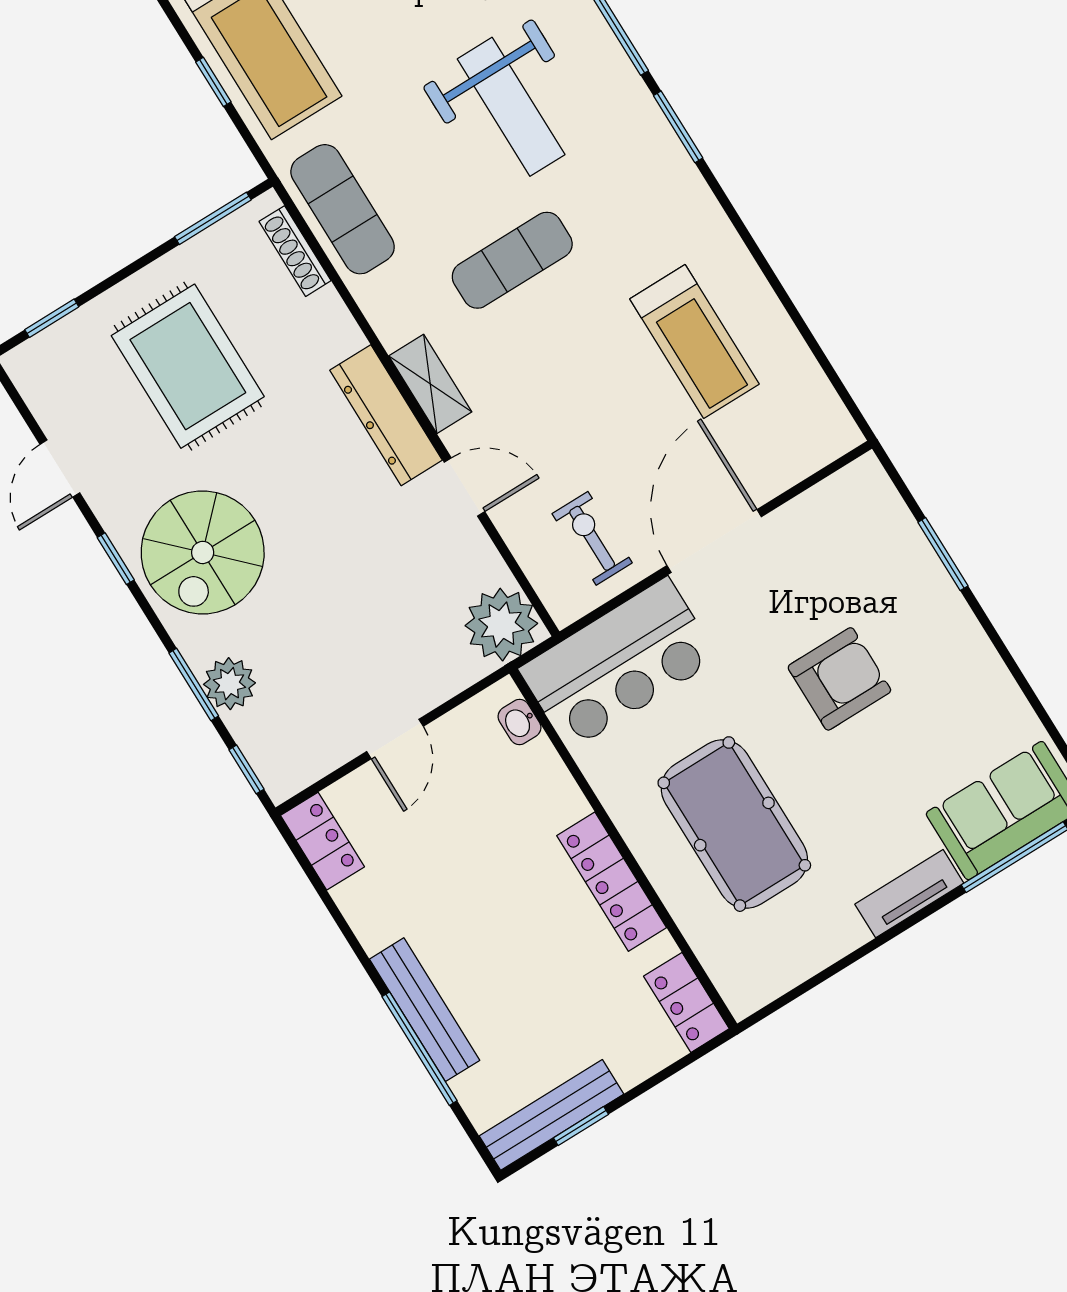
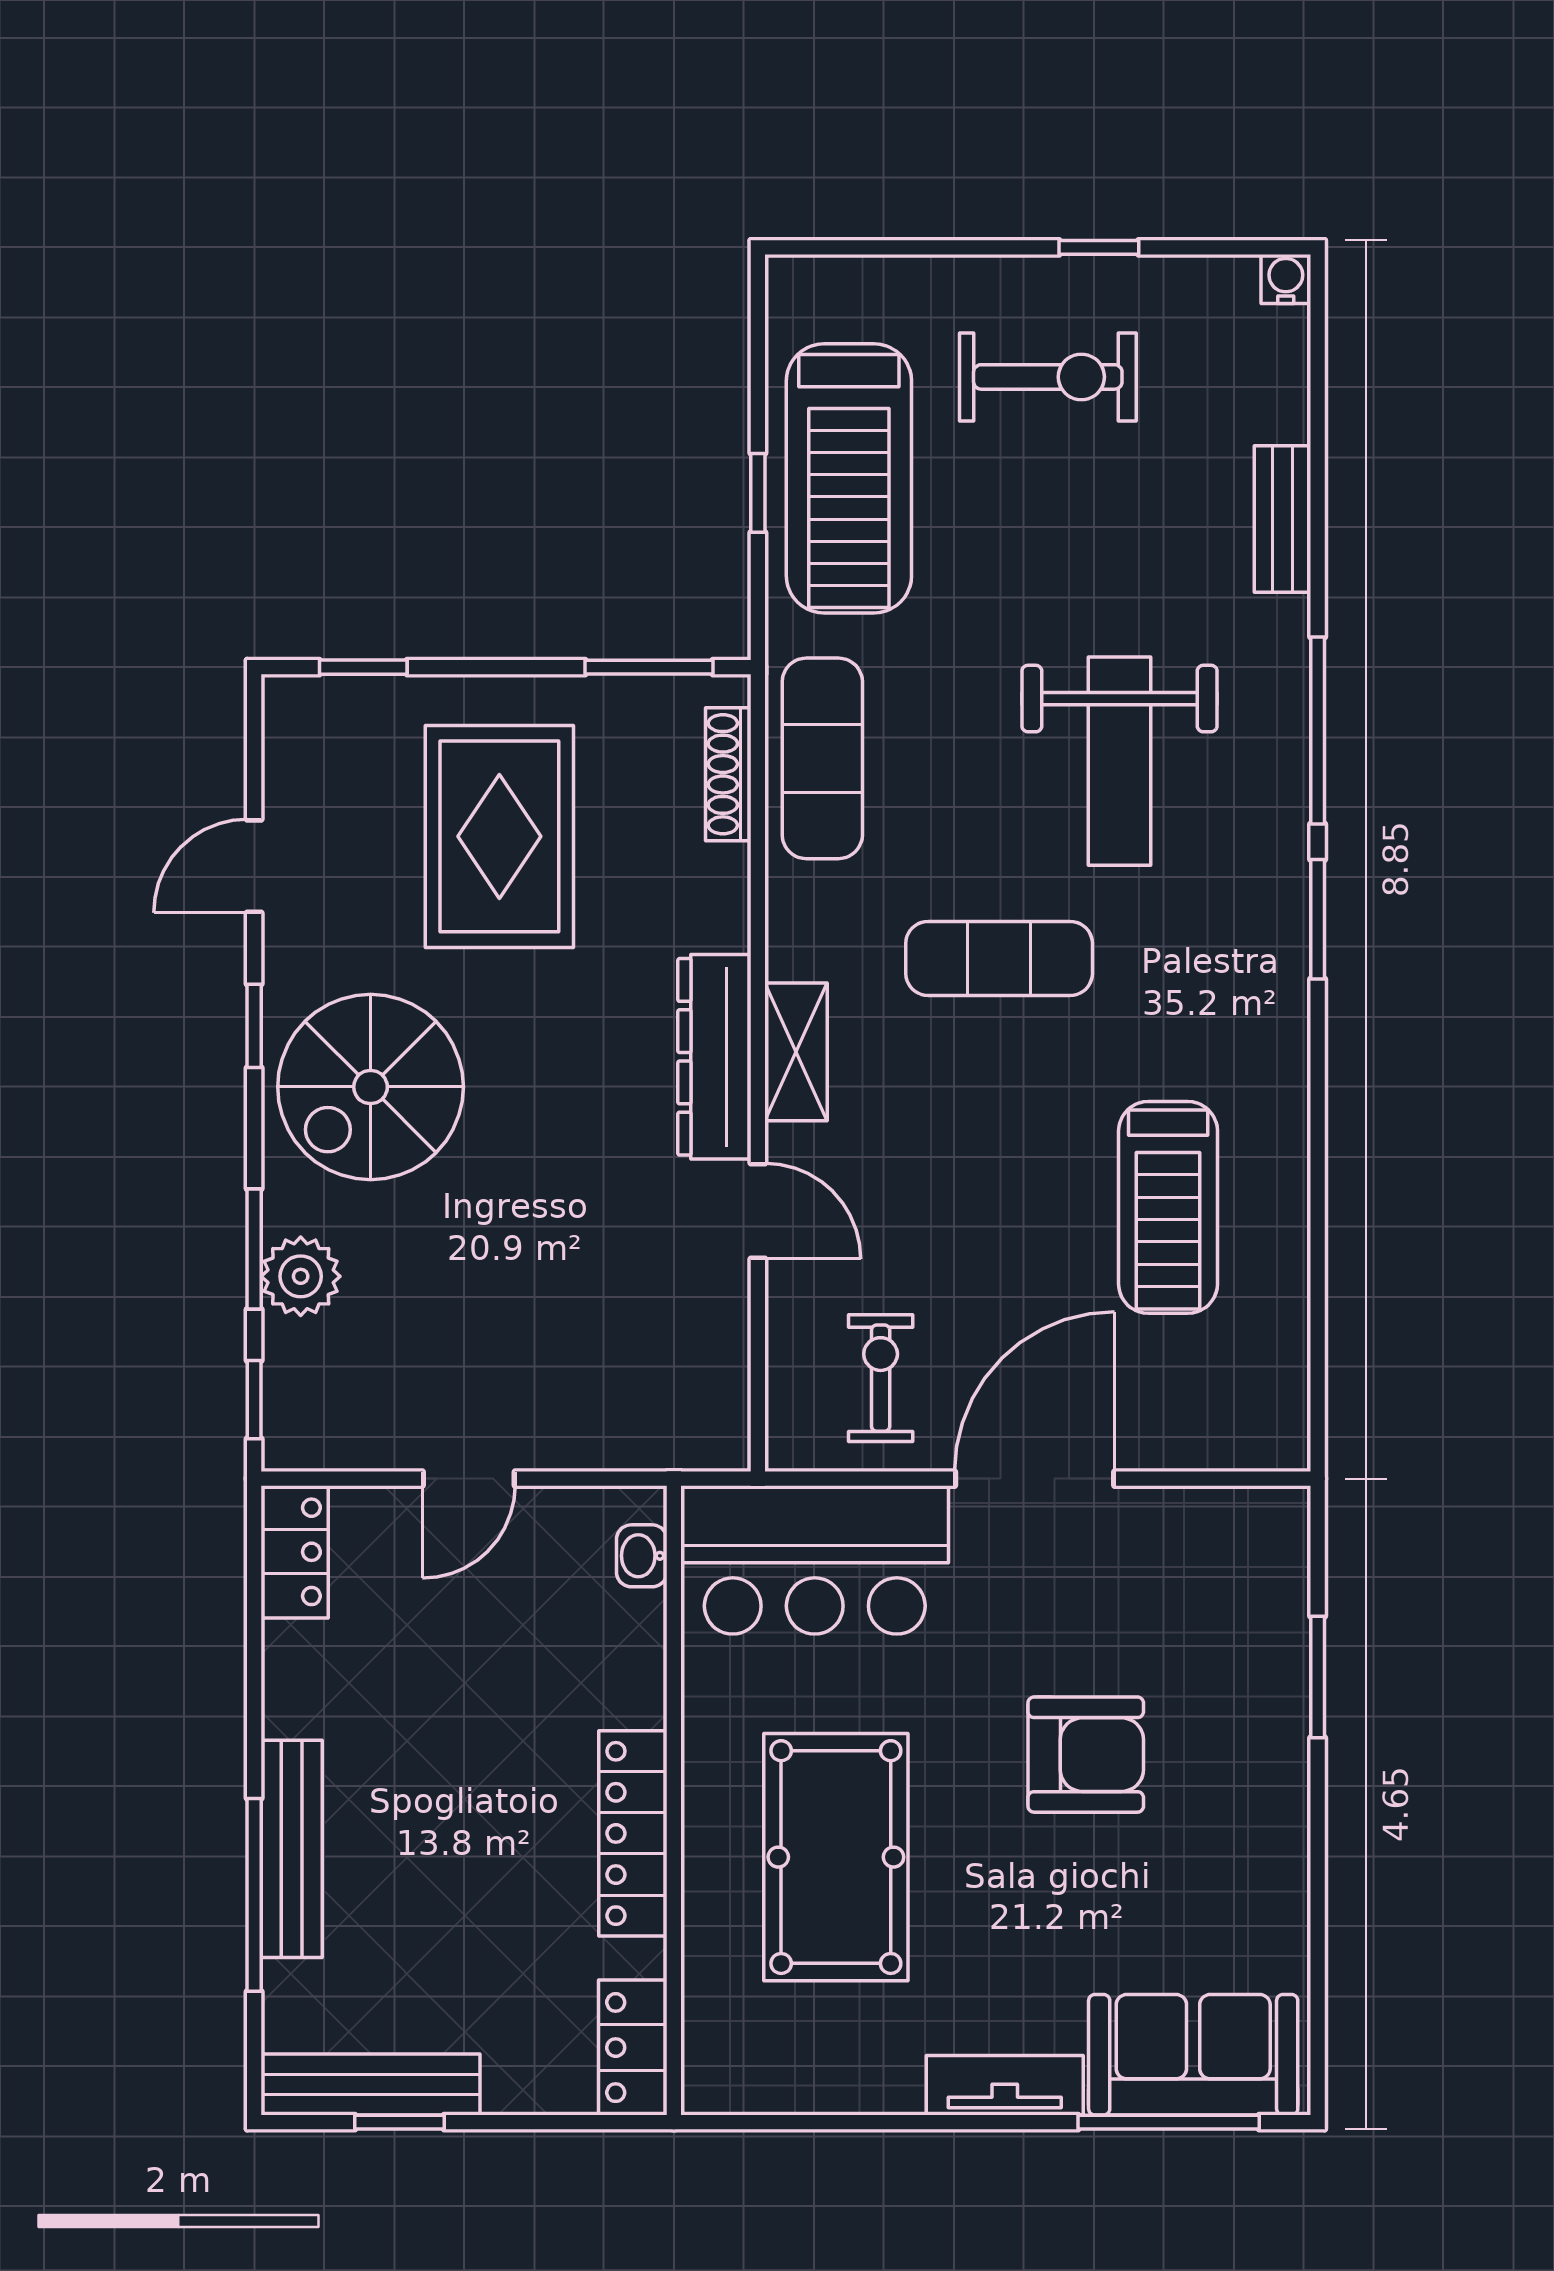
plant: (501, 625) -> (696, 1417), removed

